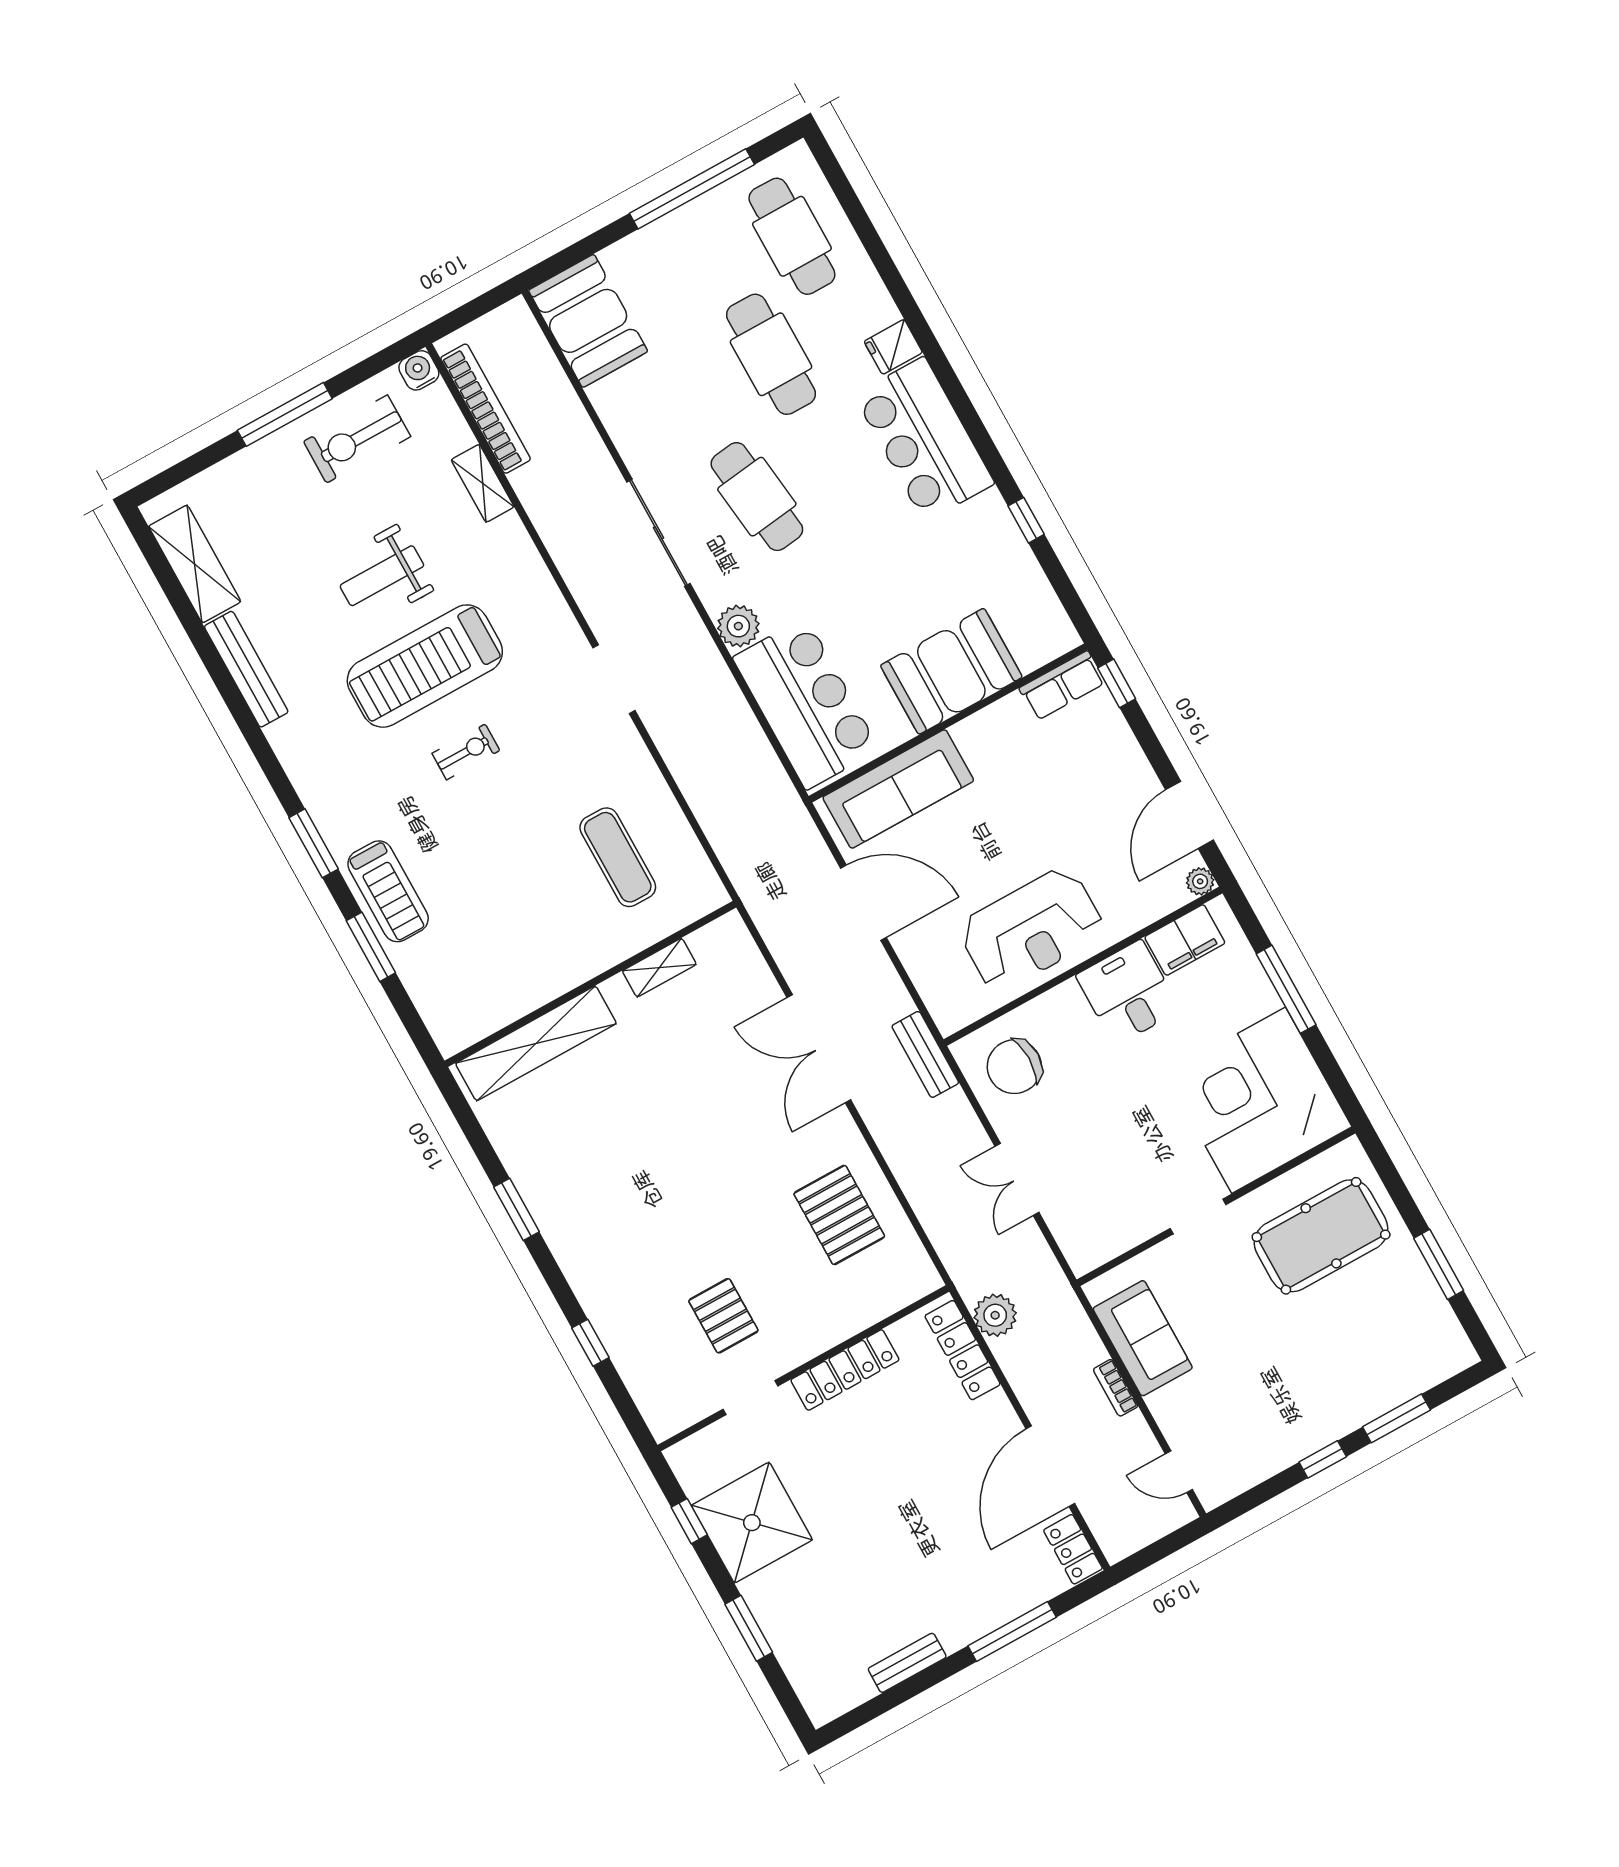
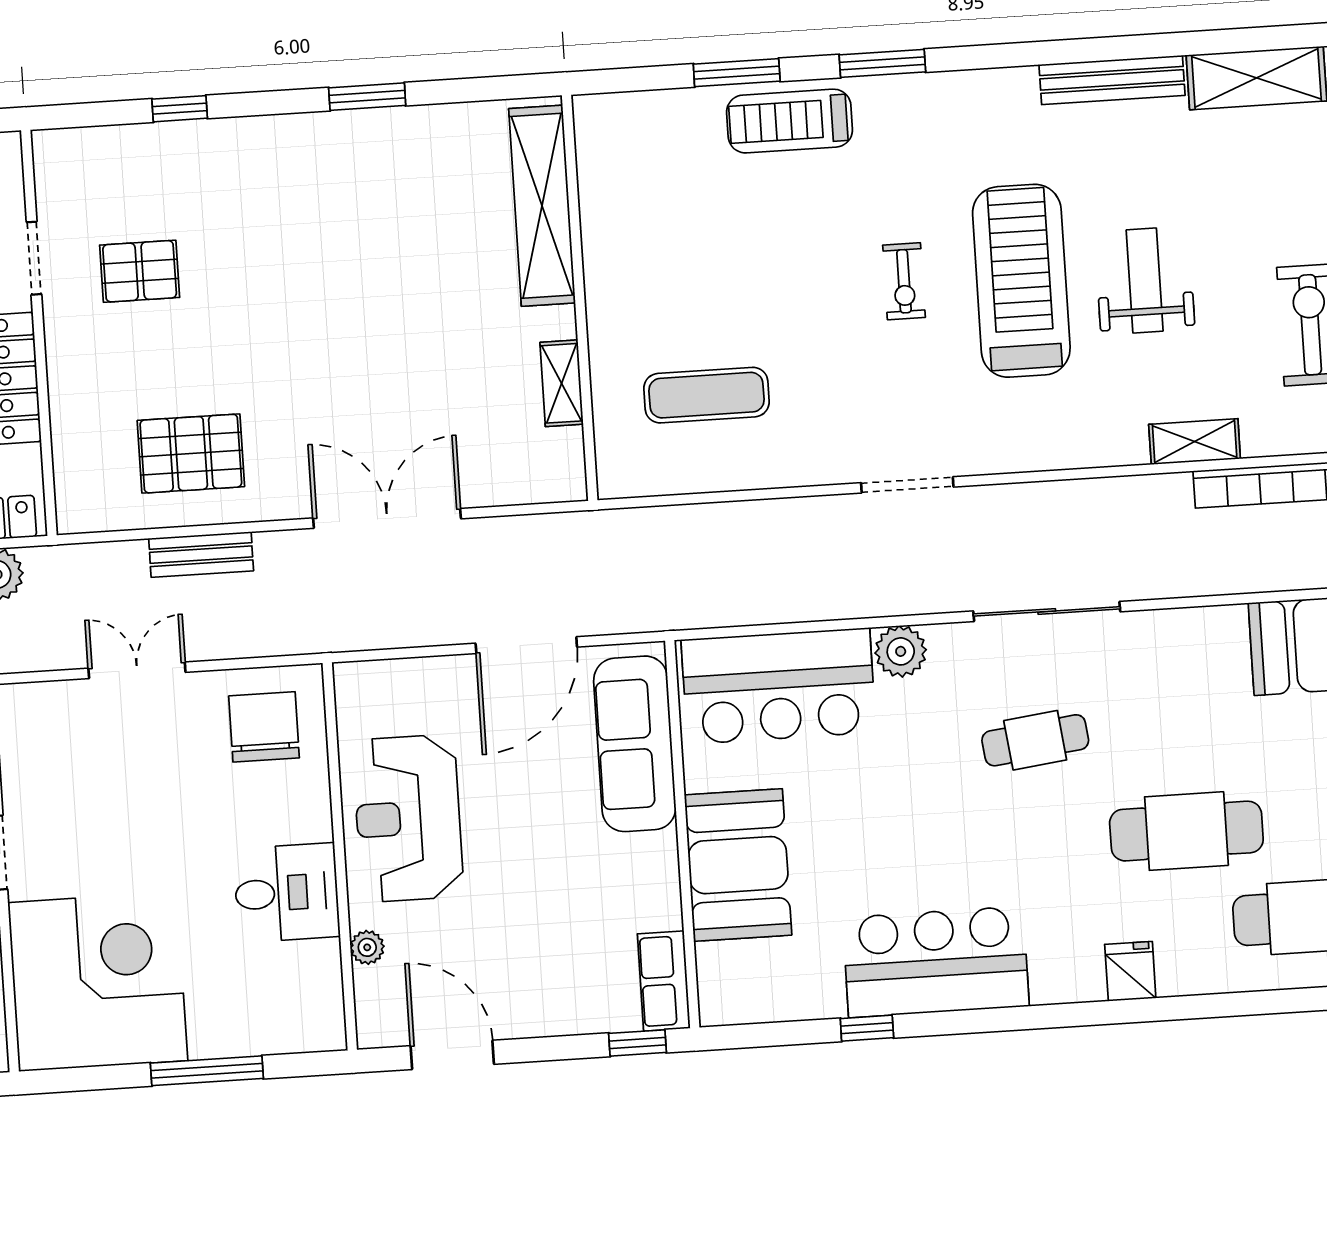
bar counter: (924, 439) -> (936, 962), moved
cafe table: (757, 497) -> (1035, 740), width x0.73, depth x0.74
plant: (1200, 881) -> (367, 947), moved
filing cabinet: (1185, 940) -> (315, 984), removed
bench: (925, 1054) -> (201, 555), moved

